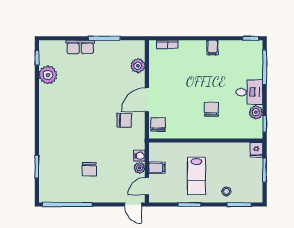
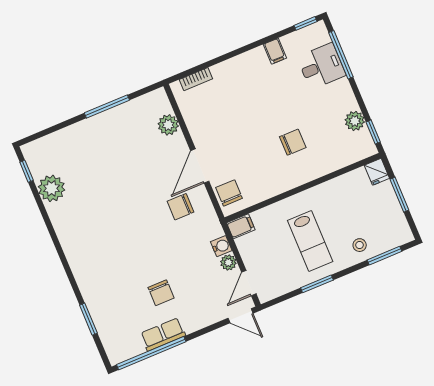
row of seats: (80, 47) -> (163, 334), moved, turned 180
filing cabinet: (212, 48) -> (275, 51), moved
desk: (249, 92) -> (321, 66), moved
chair: (211, 109) -> (293, 142), turned 90
chair: (124, 120) -> (180, 207), turned 180
filing cabinet: (157, 168) -> (241, 226), moved

